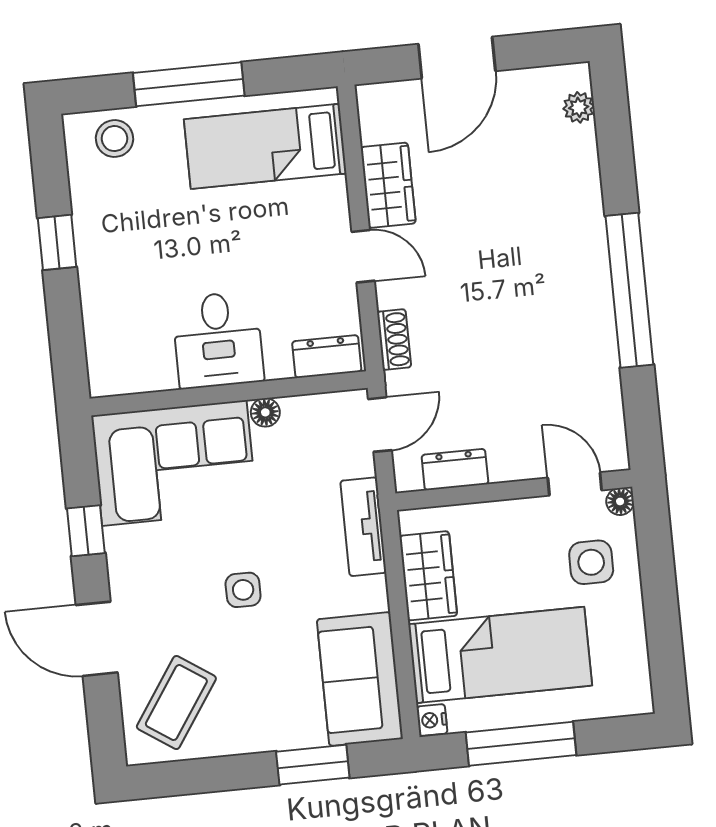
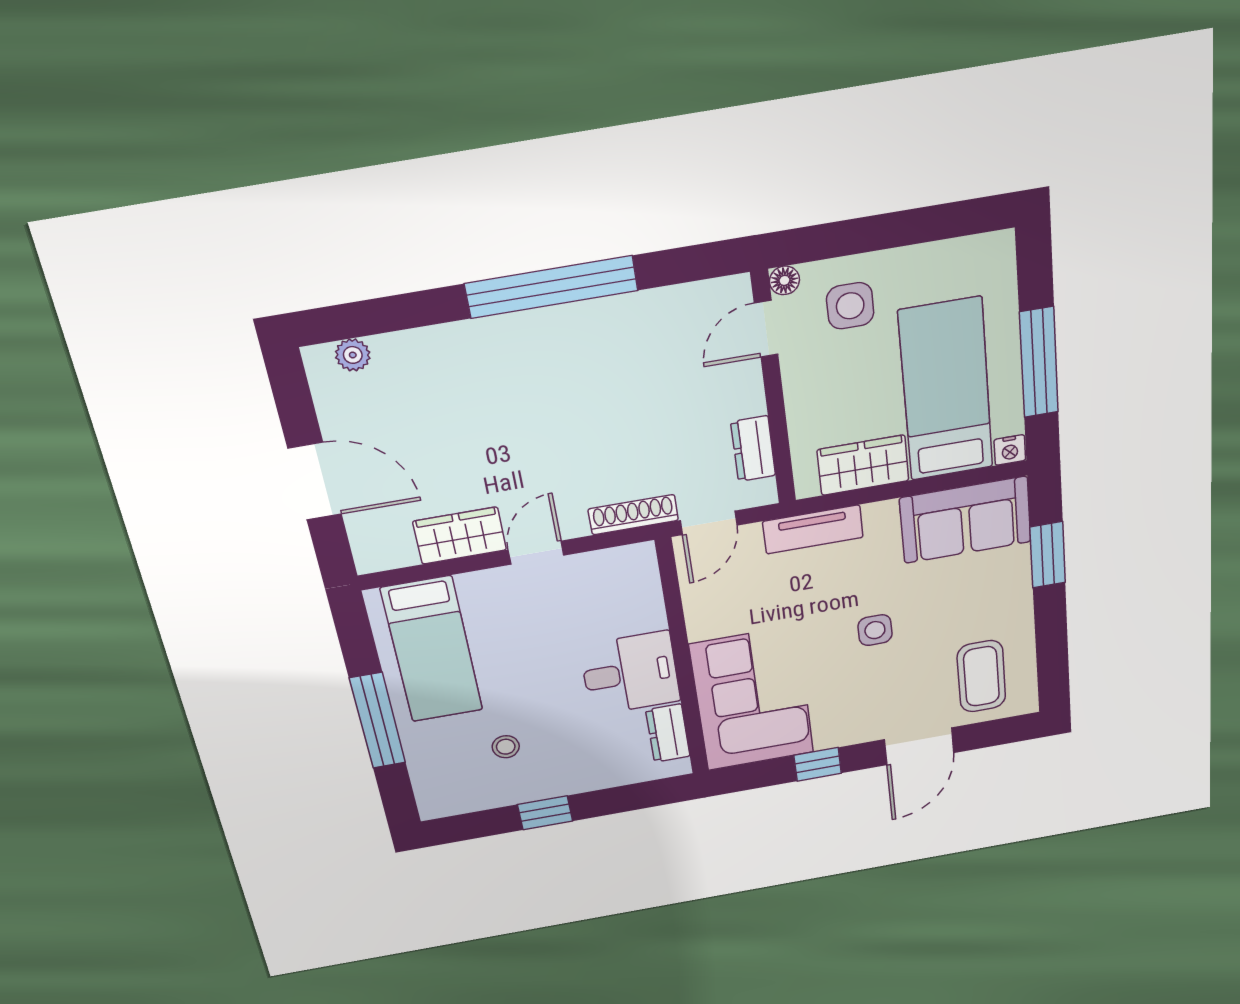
stool: (114, 139) -> (506, 747), moved, width x0.73, depth x0.73
shoe rack: (394, 340) -> (633, 515), width x1.43
dresser: (327, 356) -> (668, 733), moved
floor lamp: (265, 412) -> (700, 626), removed
door: (380, 425) -> (709, 523), swing flipped
coffee table: (176, 703) -> (981, 676), turned 56

